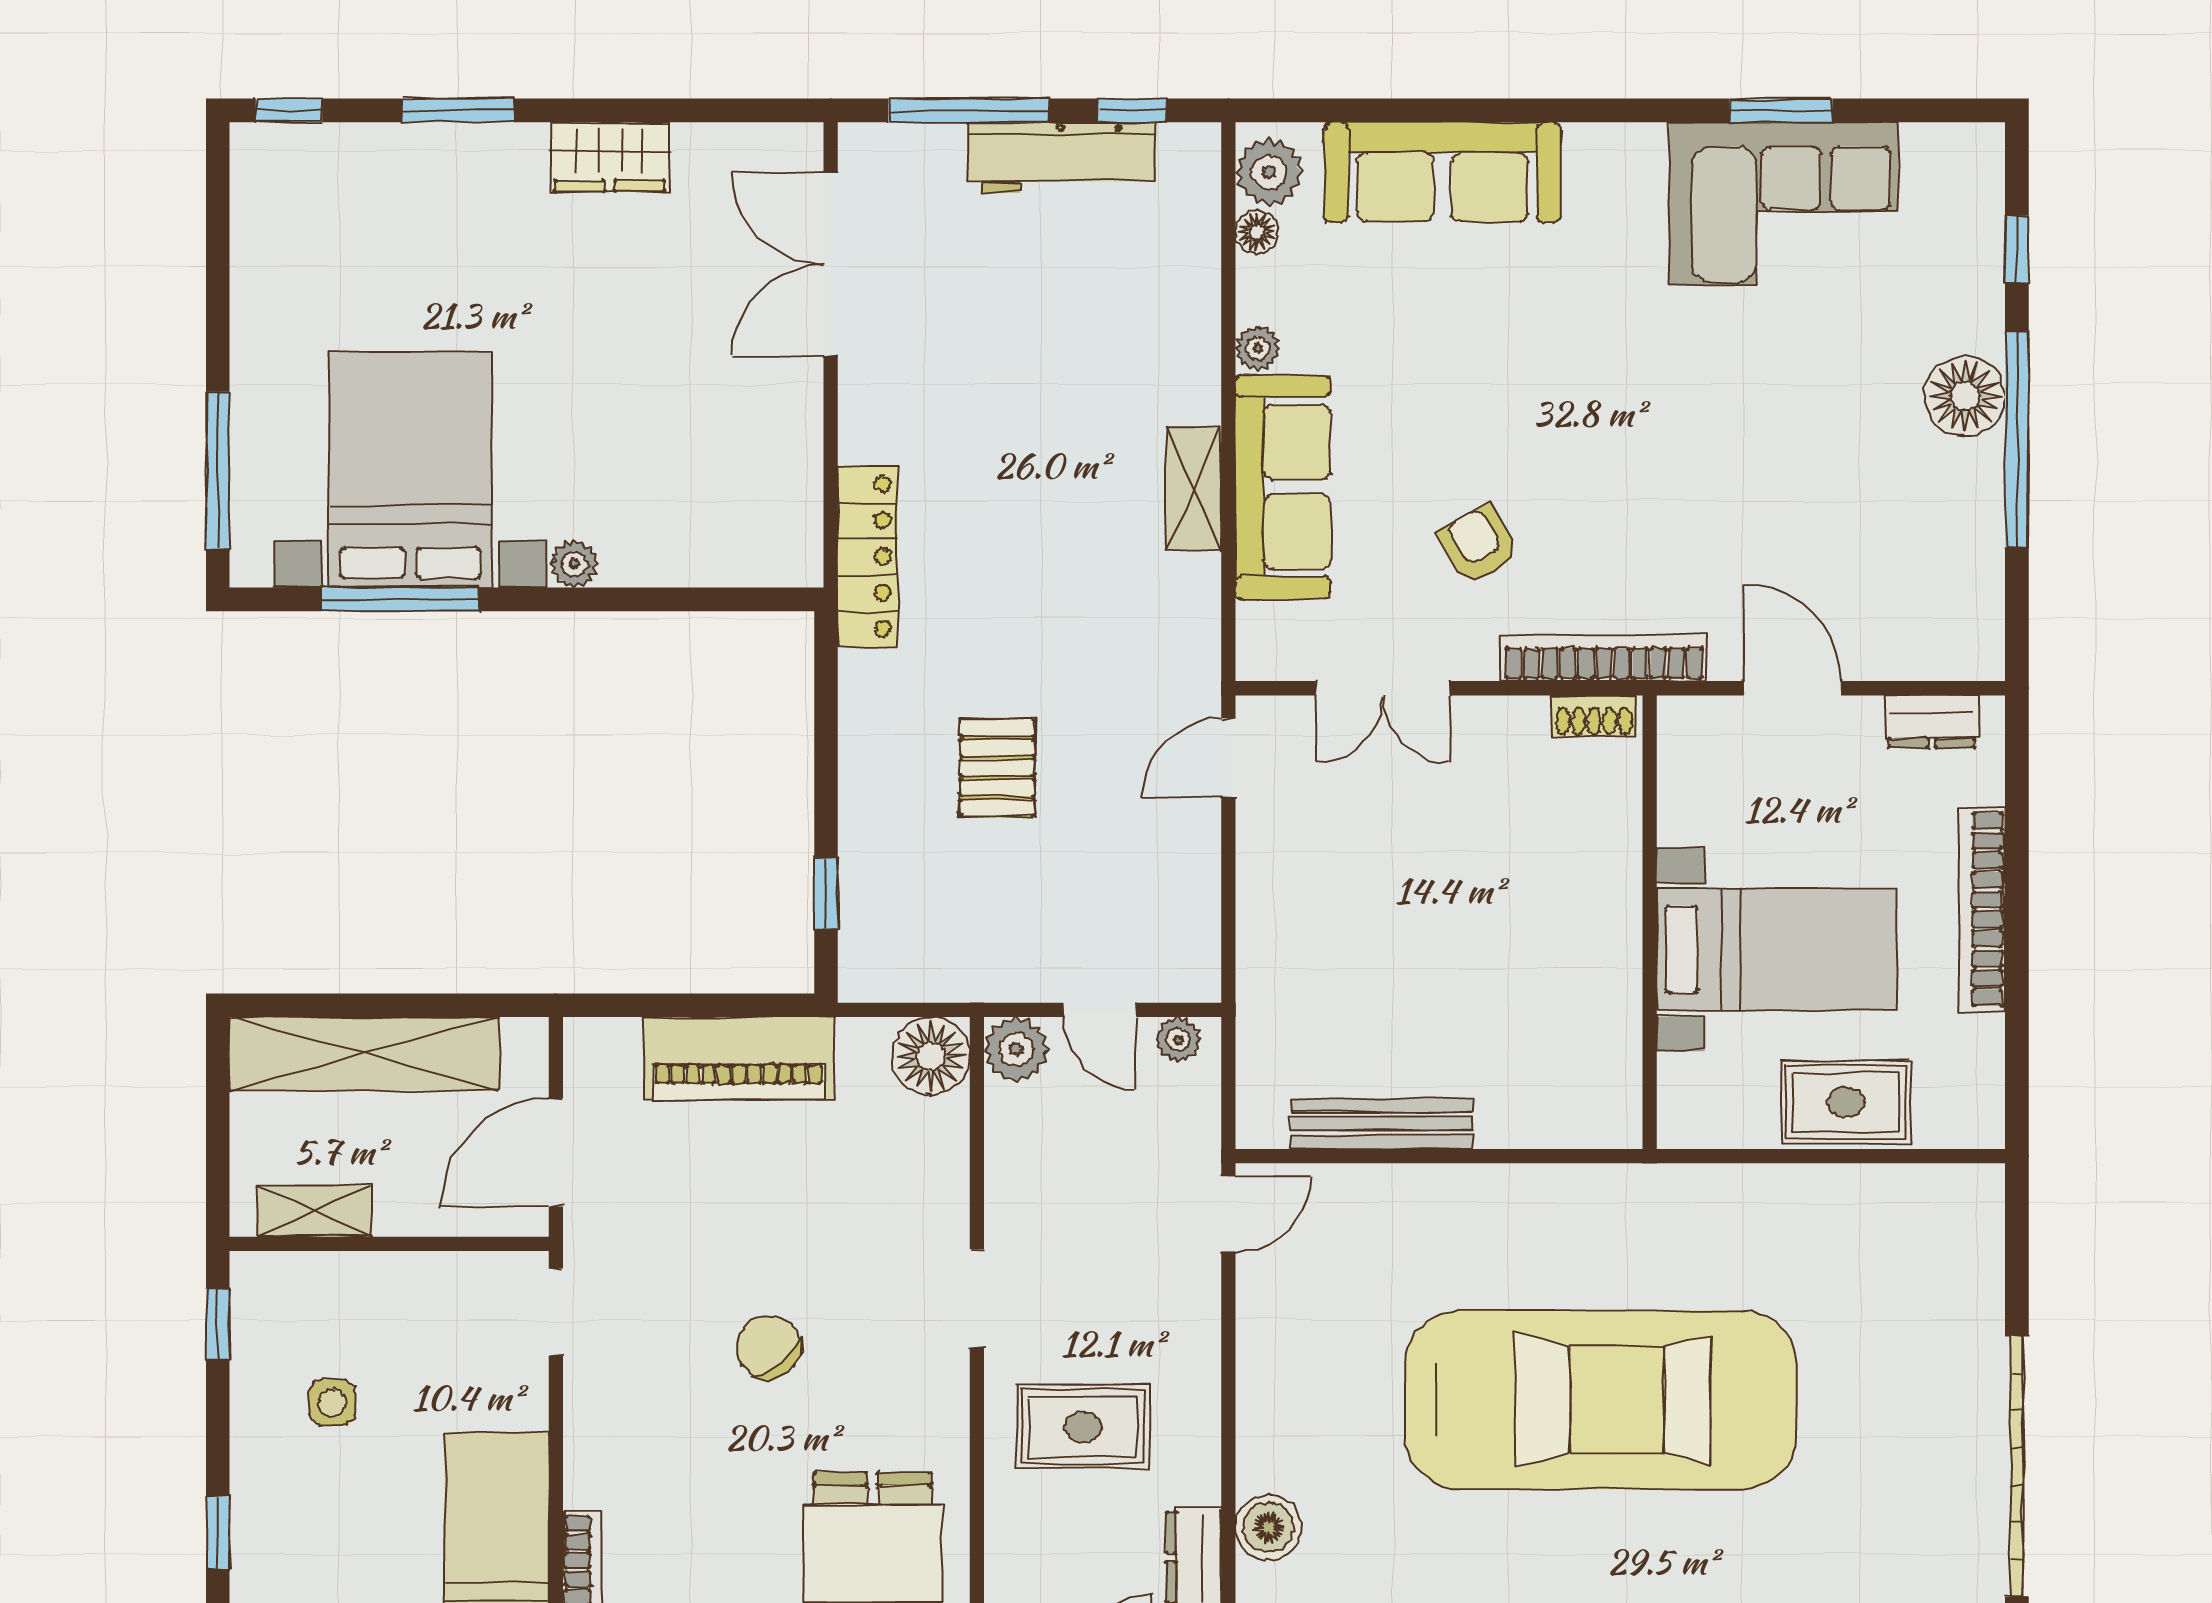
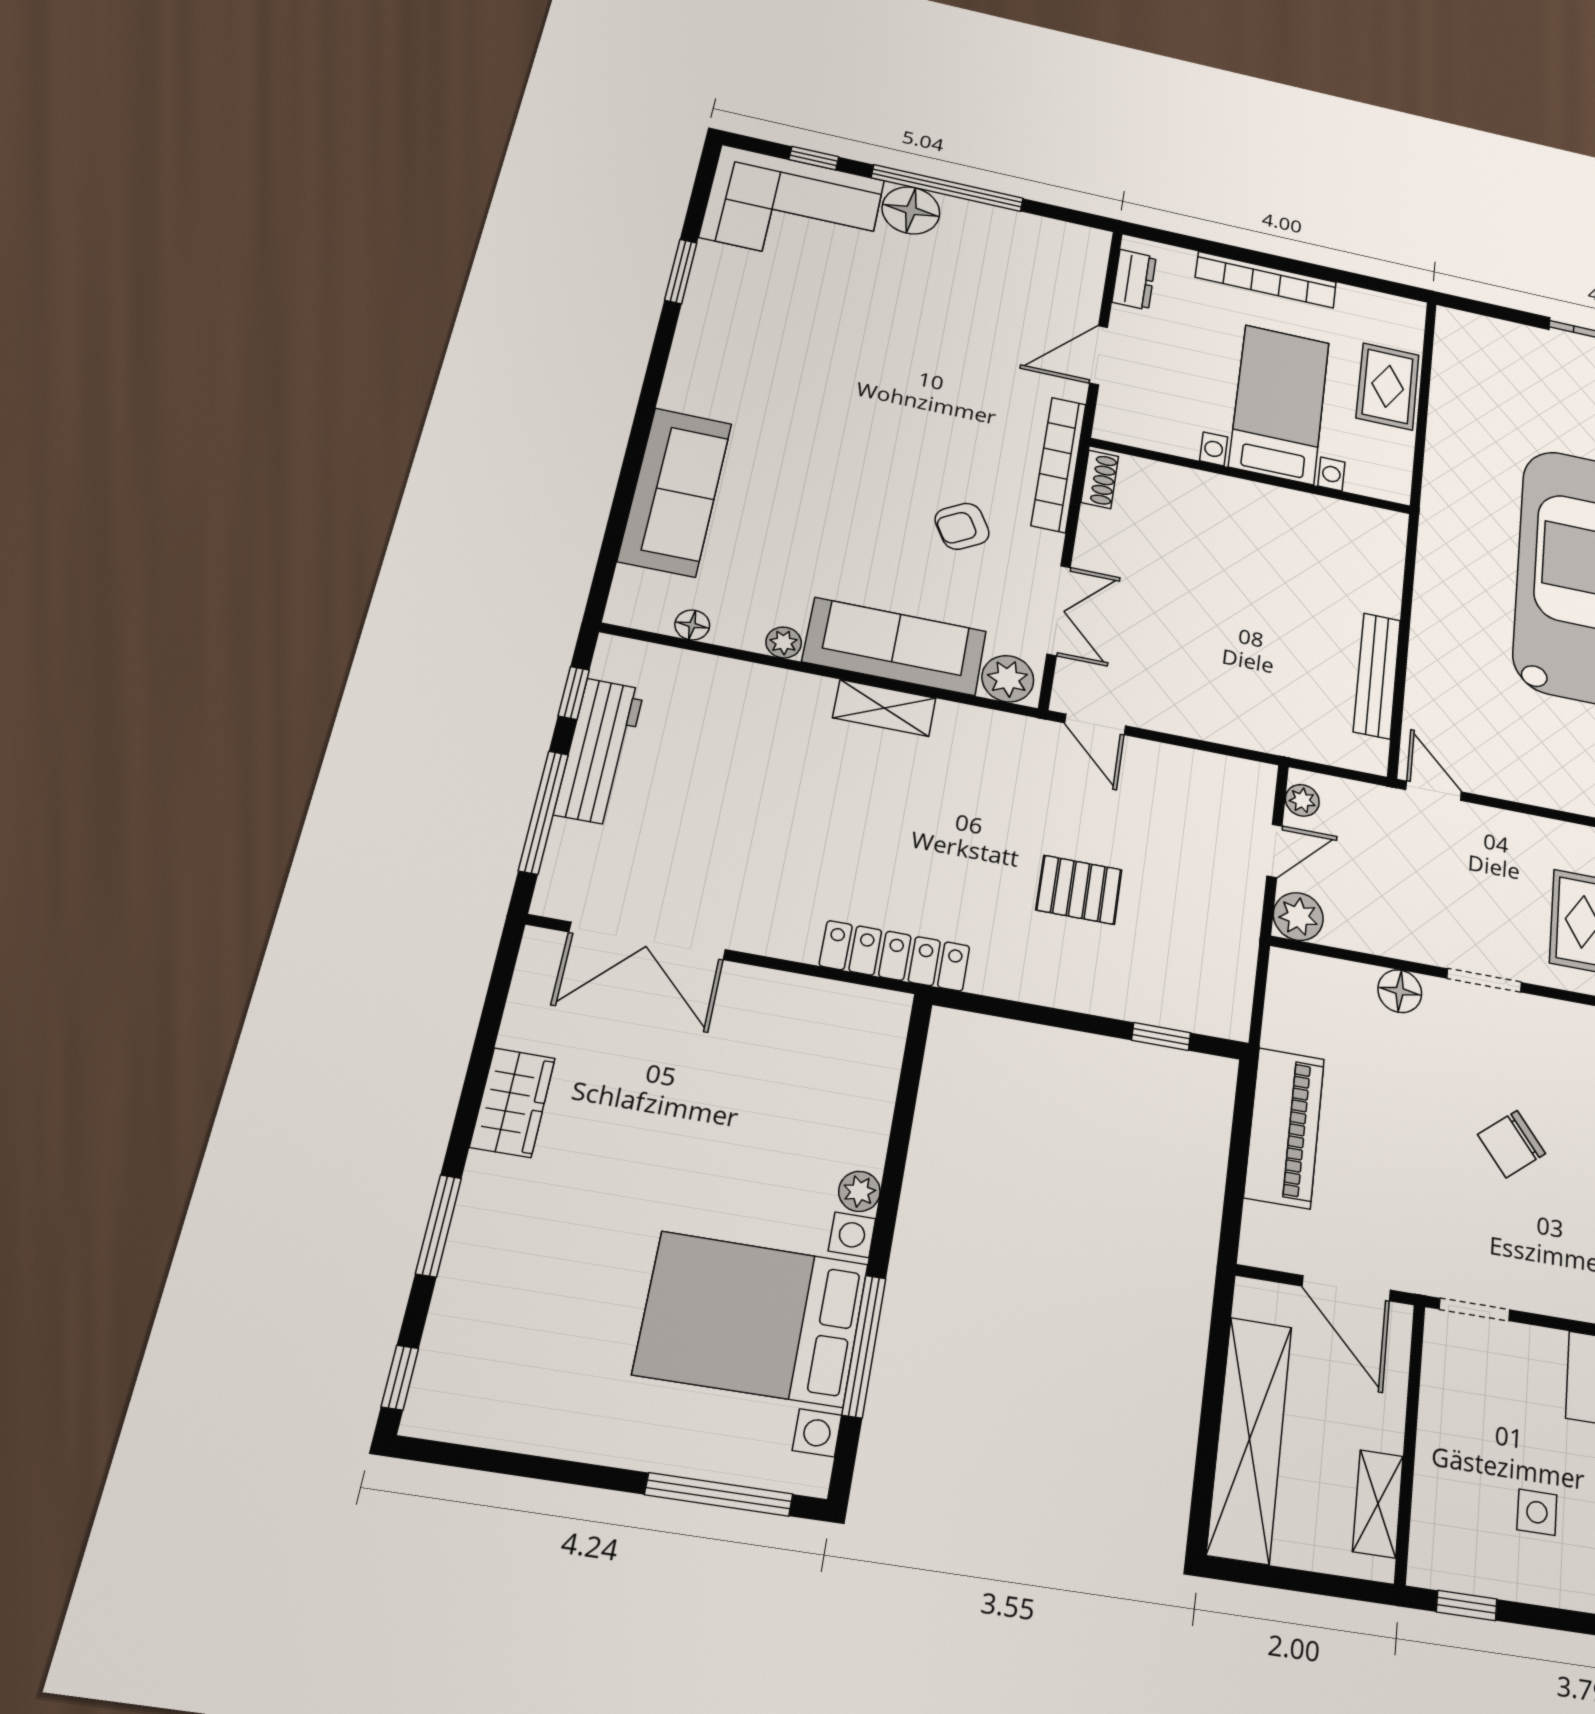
plant: (1269, 172) -> (1008, 679), moved
corner sofa: (1784, 204) -> (793, 209), moved, turned 90
floor lamp: (931, 1056) -> (1400, 991), moved, width x0.73, depth x0.73

